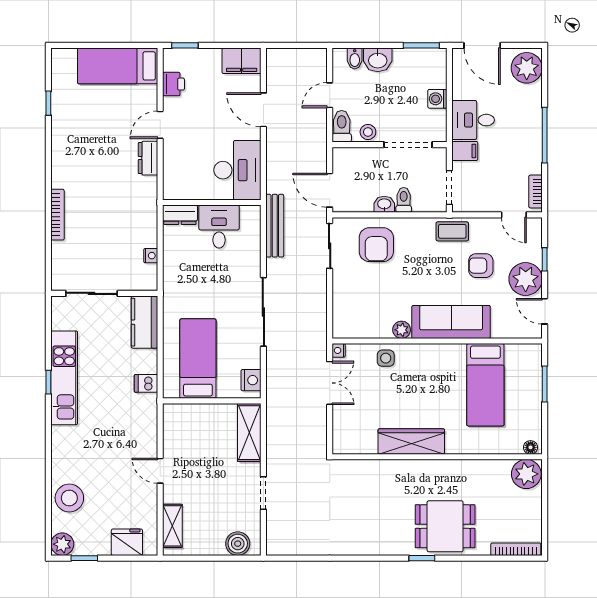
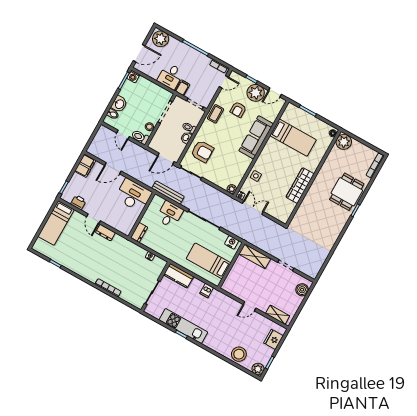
washing machine: (437, 99) -> (133, 76), moved
desk: (219, 227) -> (170, 214), moved, turned 90
plant: (402, 330) -> (232, 189), moved

